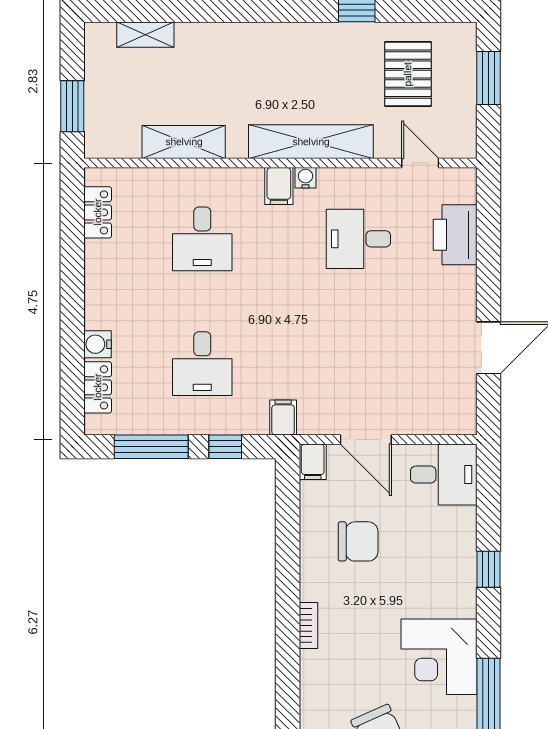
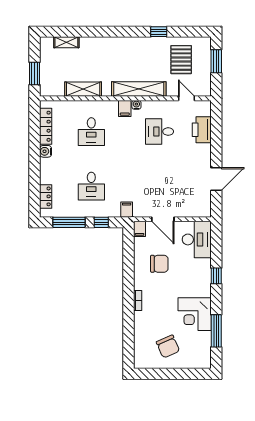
locker: (98, 212) -> (46, 126), width x1.53
water cooler: (98, 344) -> (46, 151), moved
desk: (444, 475) -> (197, 239), width x1.37

